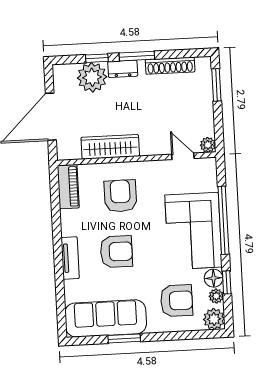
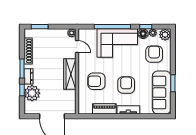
wardrobe: (110, 147) -> (70, 74), moved
door: (183, 156) -> (77, 47), swing flipped
piano: (68, 187) -> (104, 109), moved

